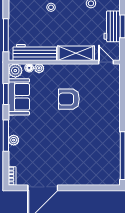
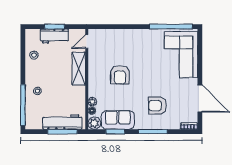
workbench: (35, 52) -> (62, 122), moved, turned 90
plant: (14, 140) -> (157, 125), removed
armchair: (35, 141) -> (158, 106), added
corner sofa: (92, 167) -> (181, 55), added

